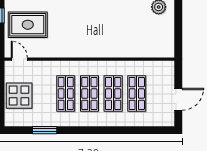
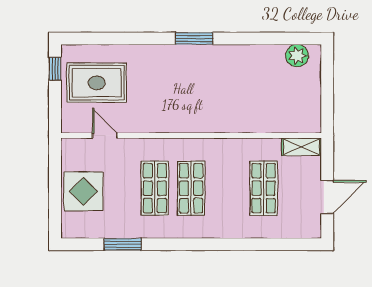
door: (19, 59) -> (105, 136), moved
shelving: (162, 66) -> (302, 147), added
shop shelf: (113, 93) -> (227, 188), removed

